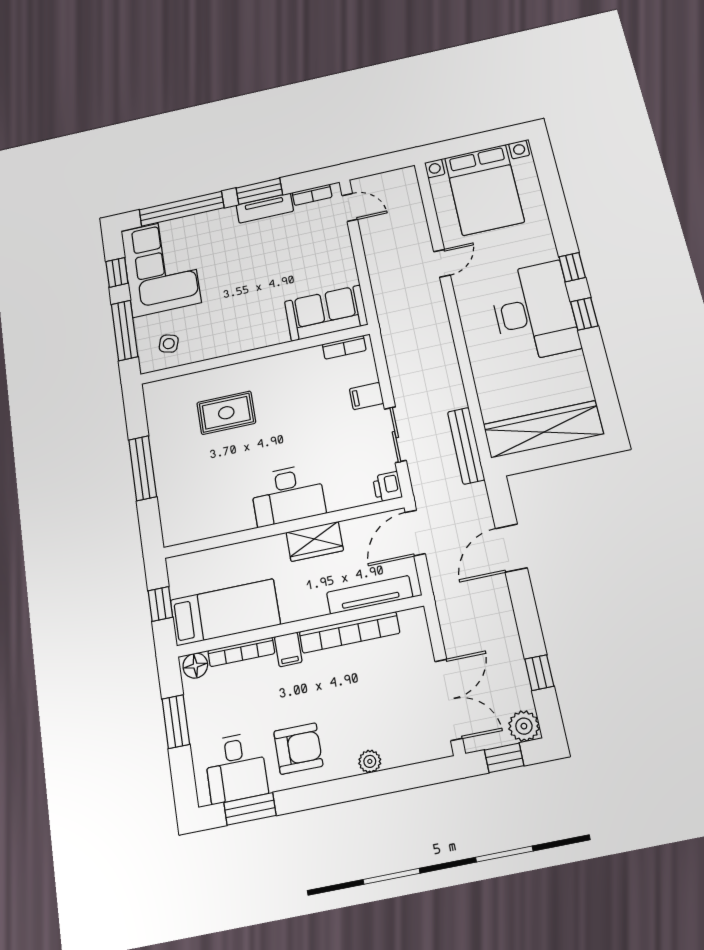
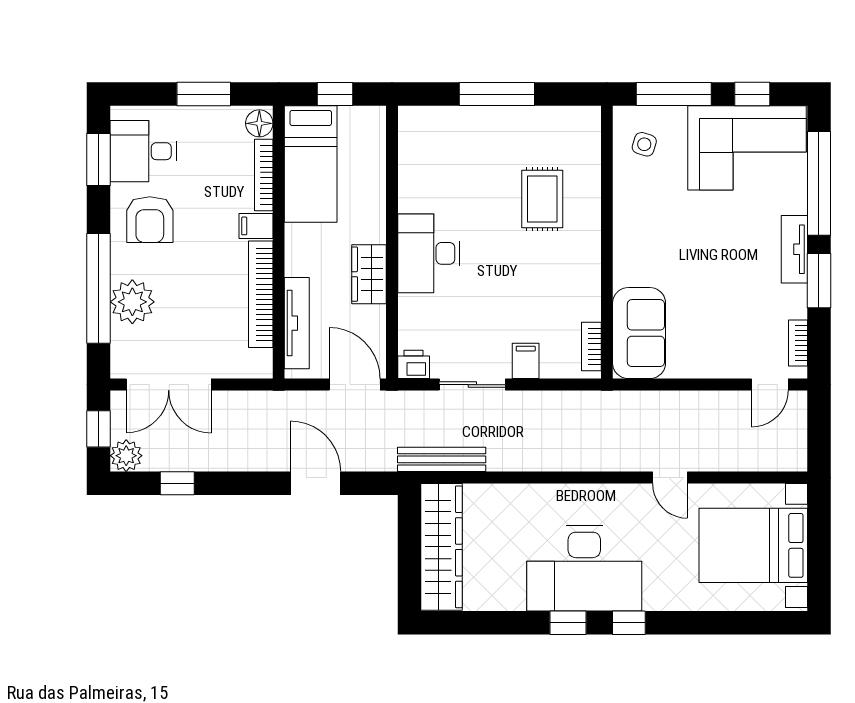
tv unit: (265, 208) -> (794, 249), moved
plant: (370, 761) -> (132, 302), width x1.88, depth x1.88
window: (371, 785) -> (99, 288), added

